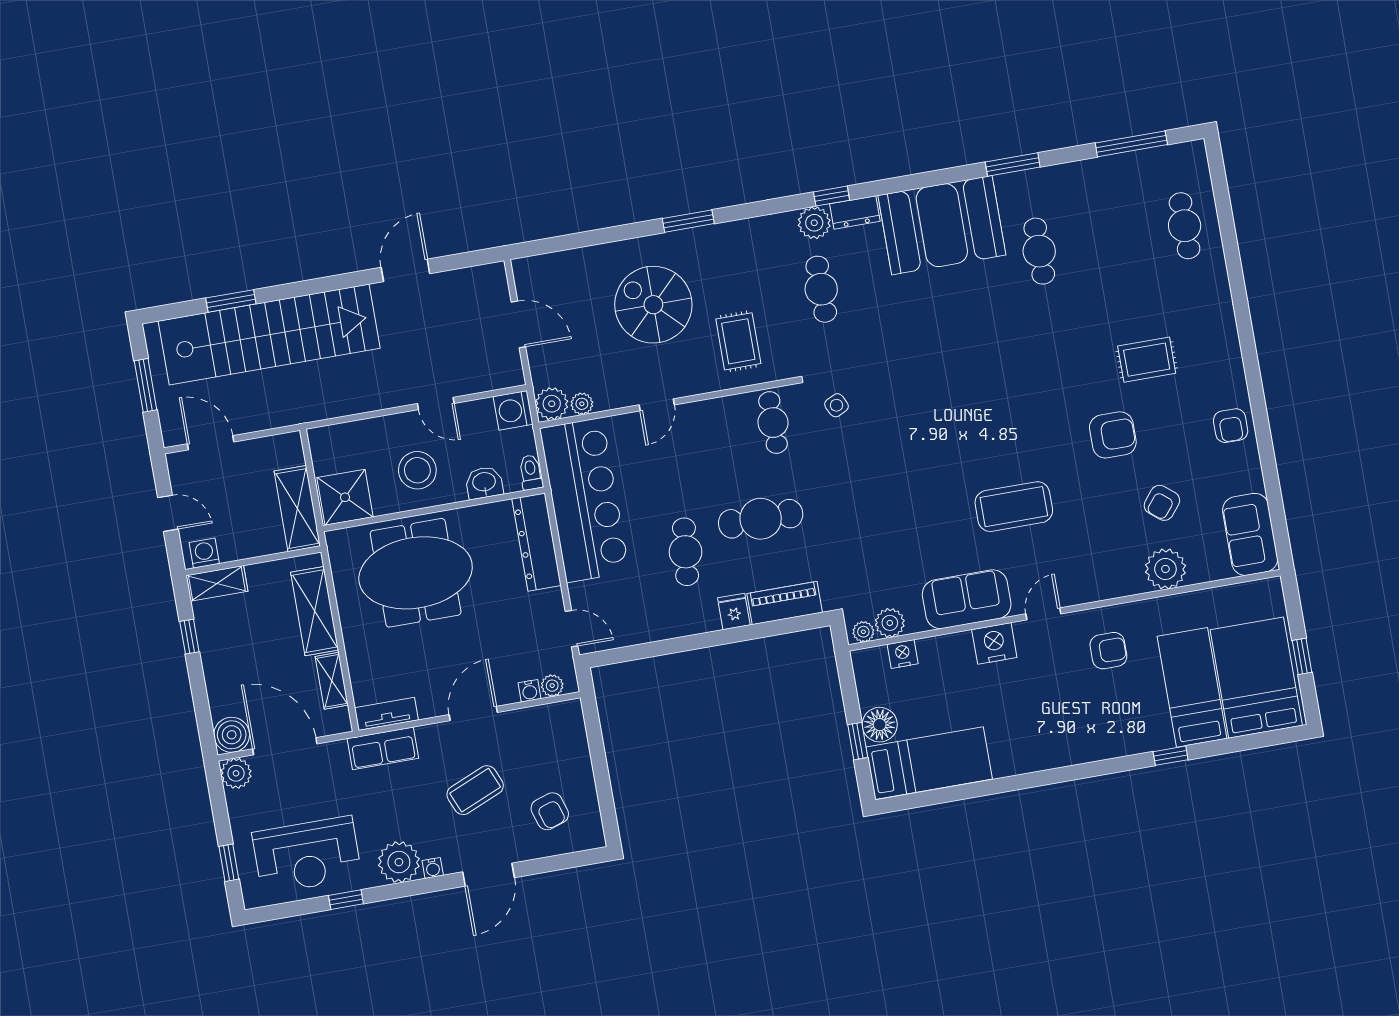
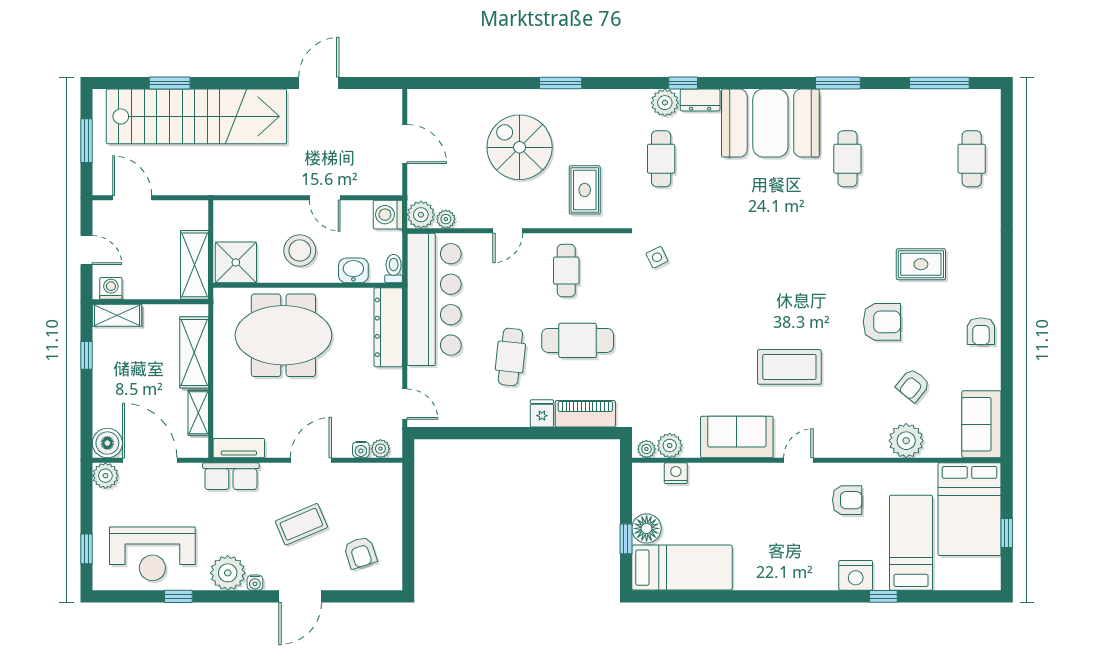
cafe table: (773, 423) -> (566, 271), moved
nightstand: (994, 643) -> (856, 575), moved, turned 180
bed: (1256, 678) -> (970, 509), moved, turned 180

